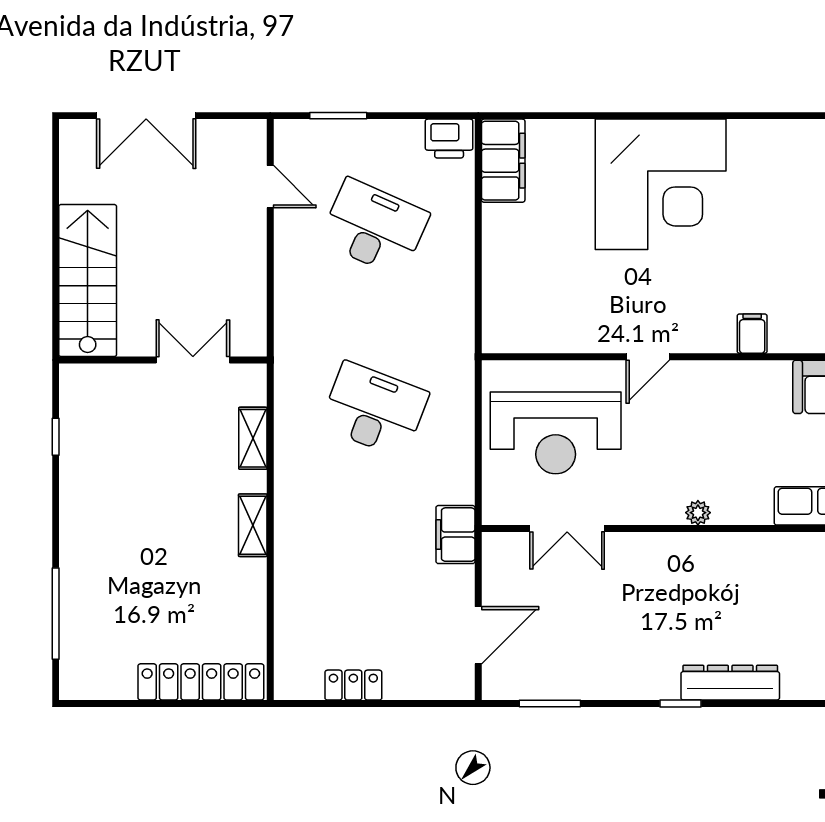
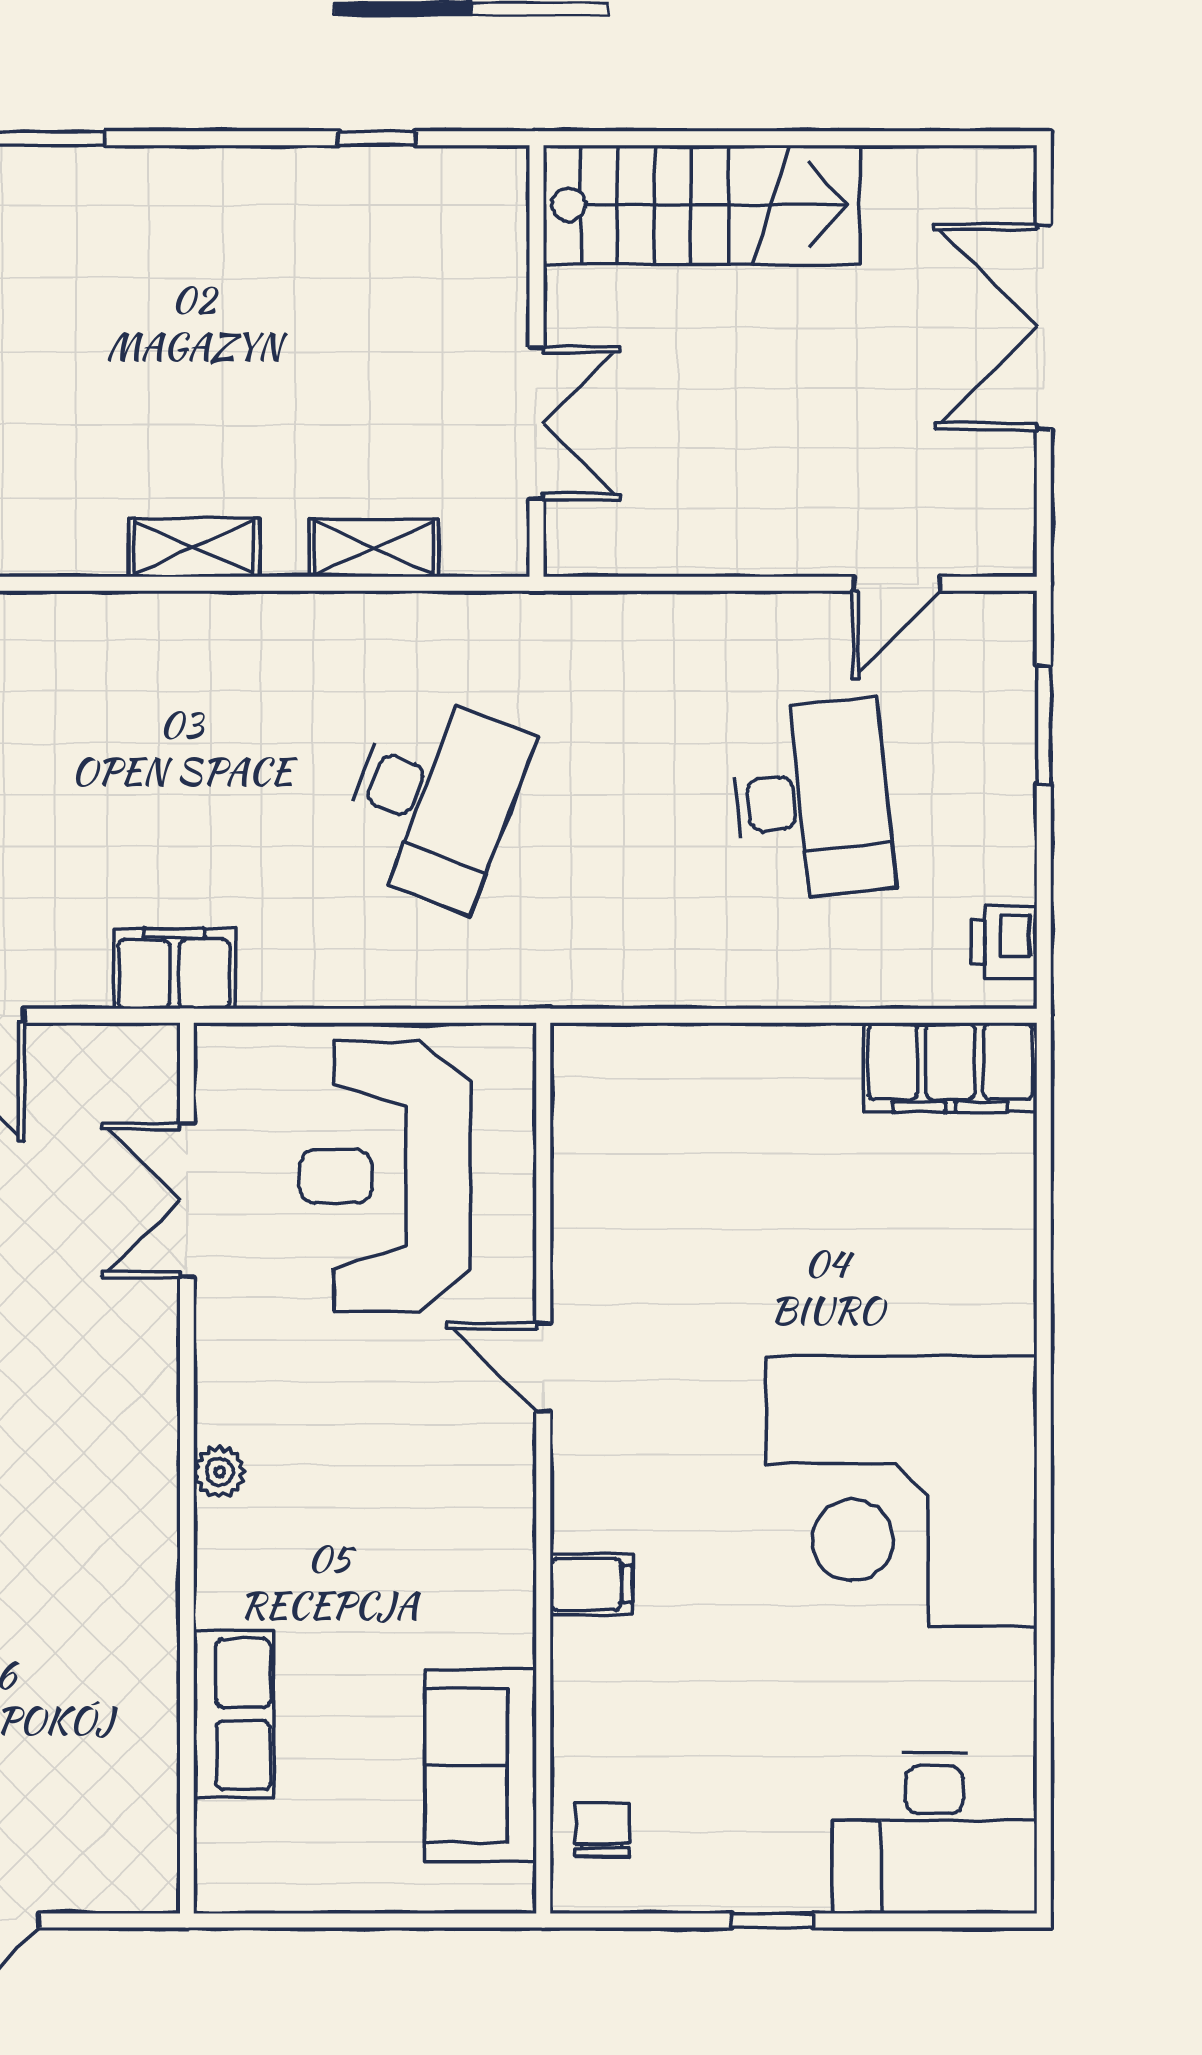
printer: (449, 139) -> (1004, 942), width x0.73, depth x0.81
corner desk: (661, 184) -> (901, 1491), moved
desk: (374, 227) -> (812, 800), turned -30

